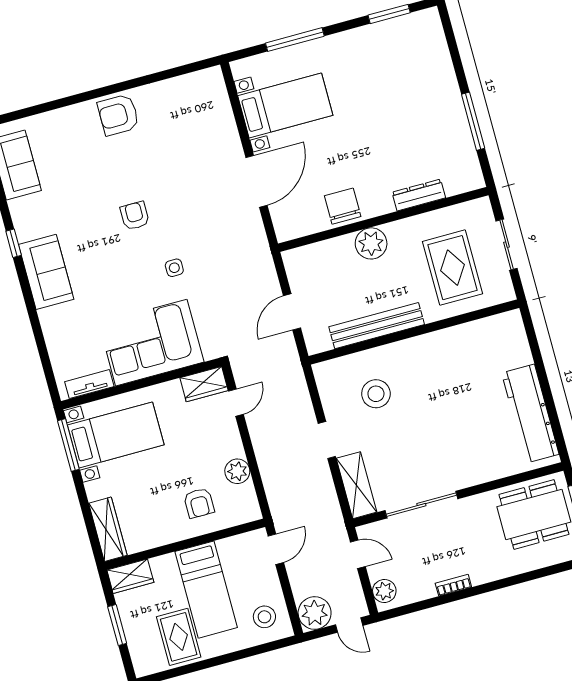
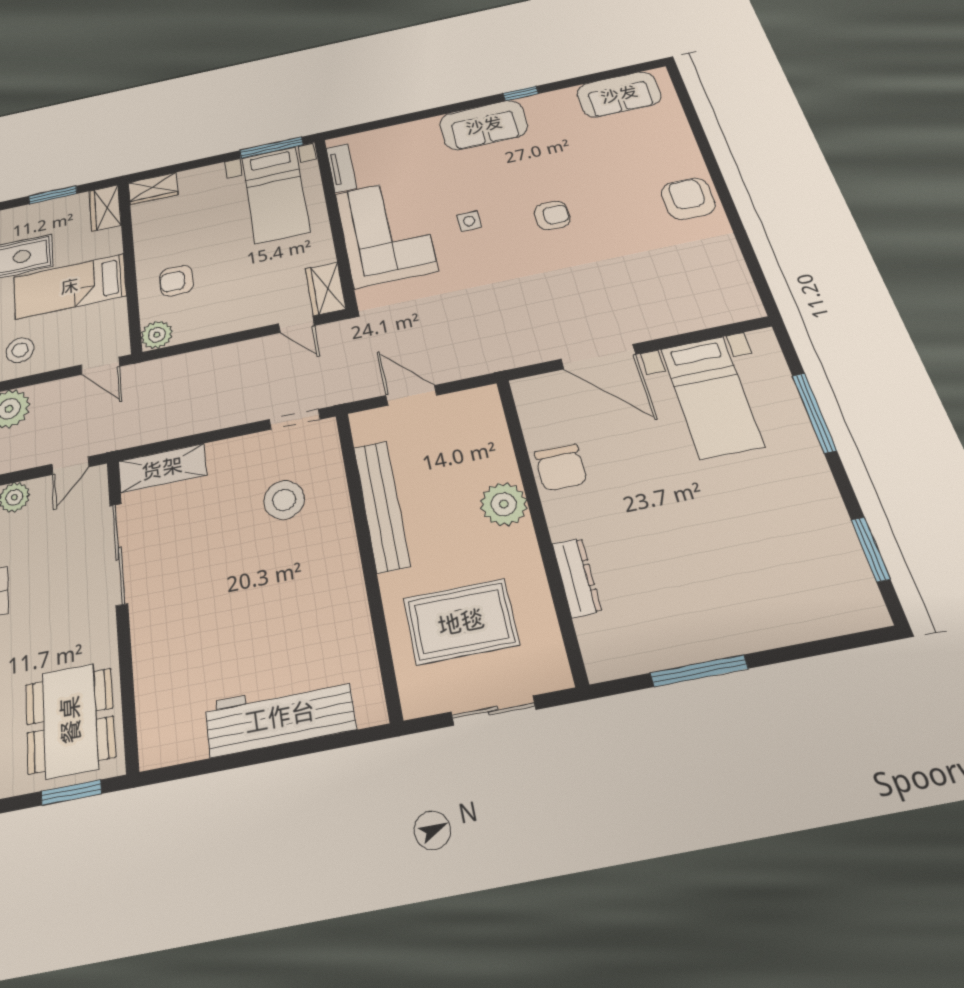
chair: (343, 206) -> (561, 468), turned 90
side table: (174, 268) -> (469, 221), moved
workbench: (530, 414) -> (280, 716), moved
doorway: (327, 440) -> (295, 419), moved
plant: (237, 471) -> (157, 335), moved
wardrobe: (108, 529) -> (153, 189), width x0.67

